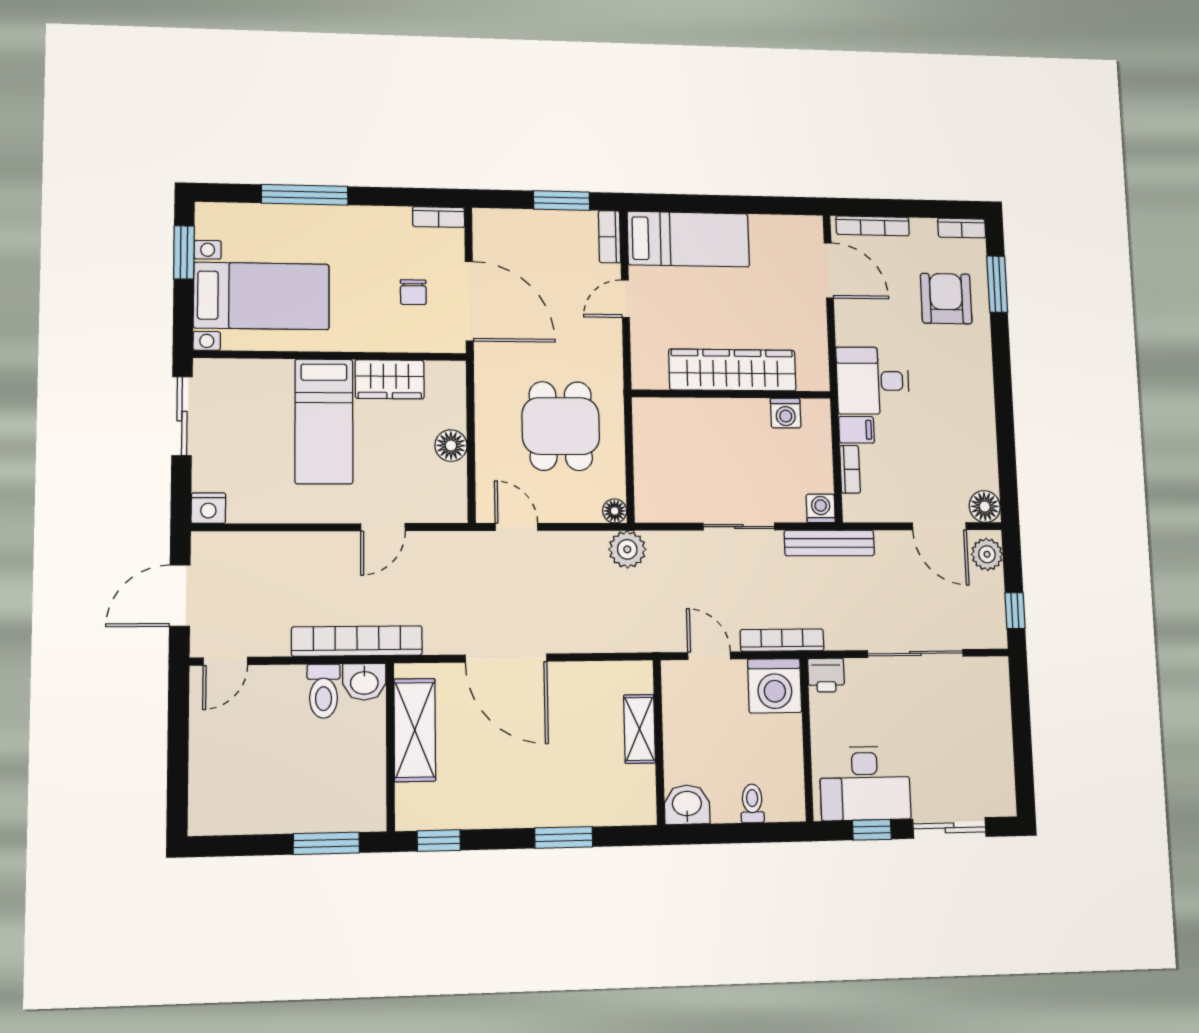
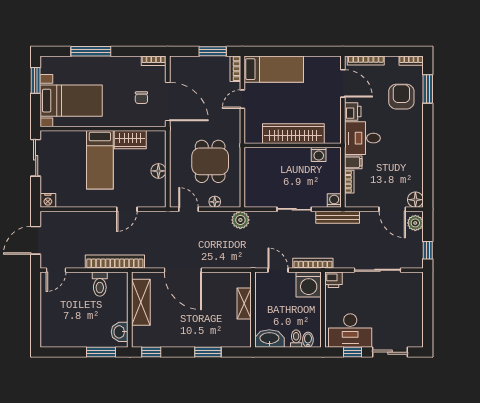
printer: (851, 327) -> (353, 112), added
floor lamp: (615, 511) -> (215, 202), moved
washbasin: (364, 682) -> (120, 332), moved, turned 90
washbasin: (687, 805) -> (269, 339), width x1.38
bidet: (777, 805) -> (308, 340), added

